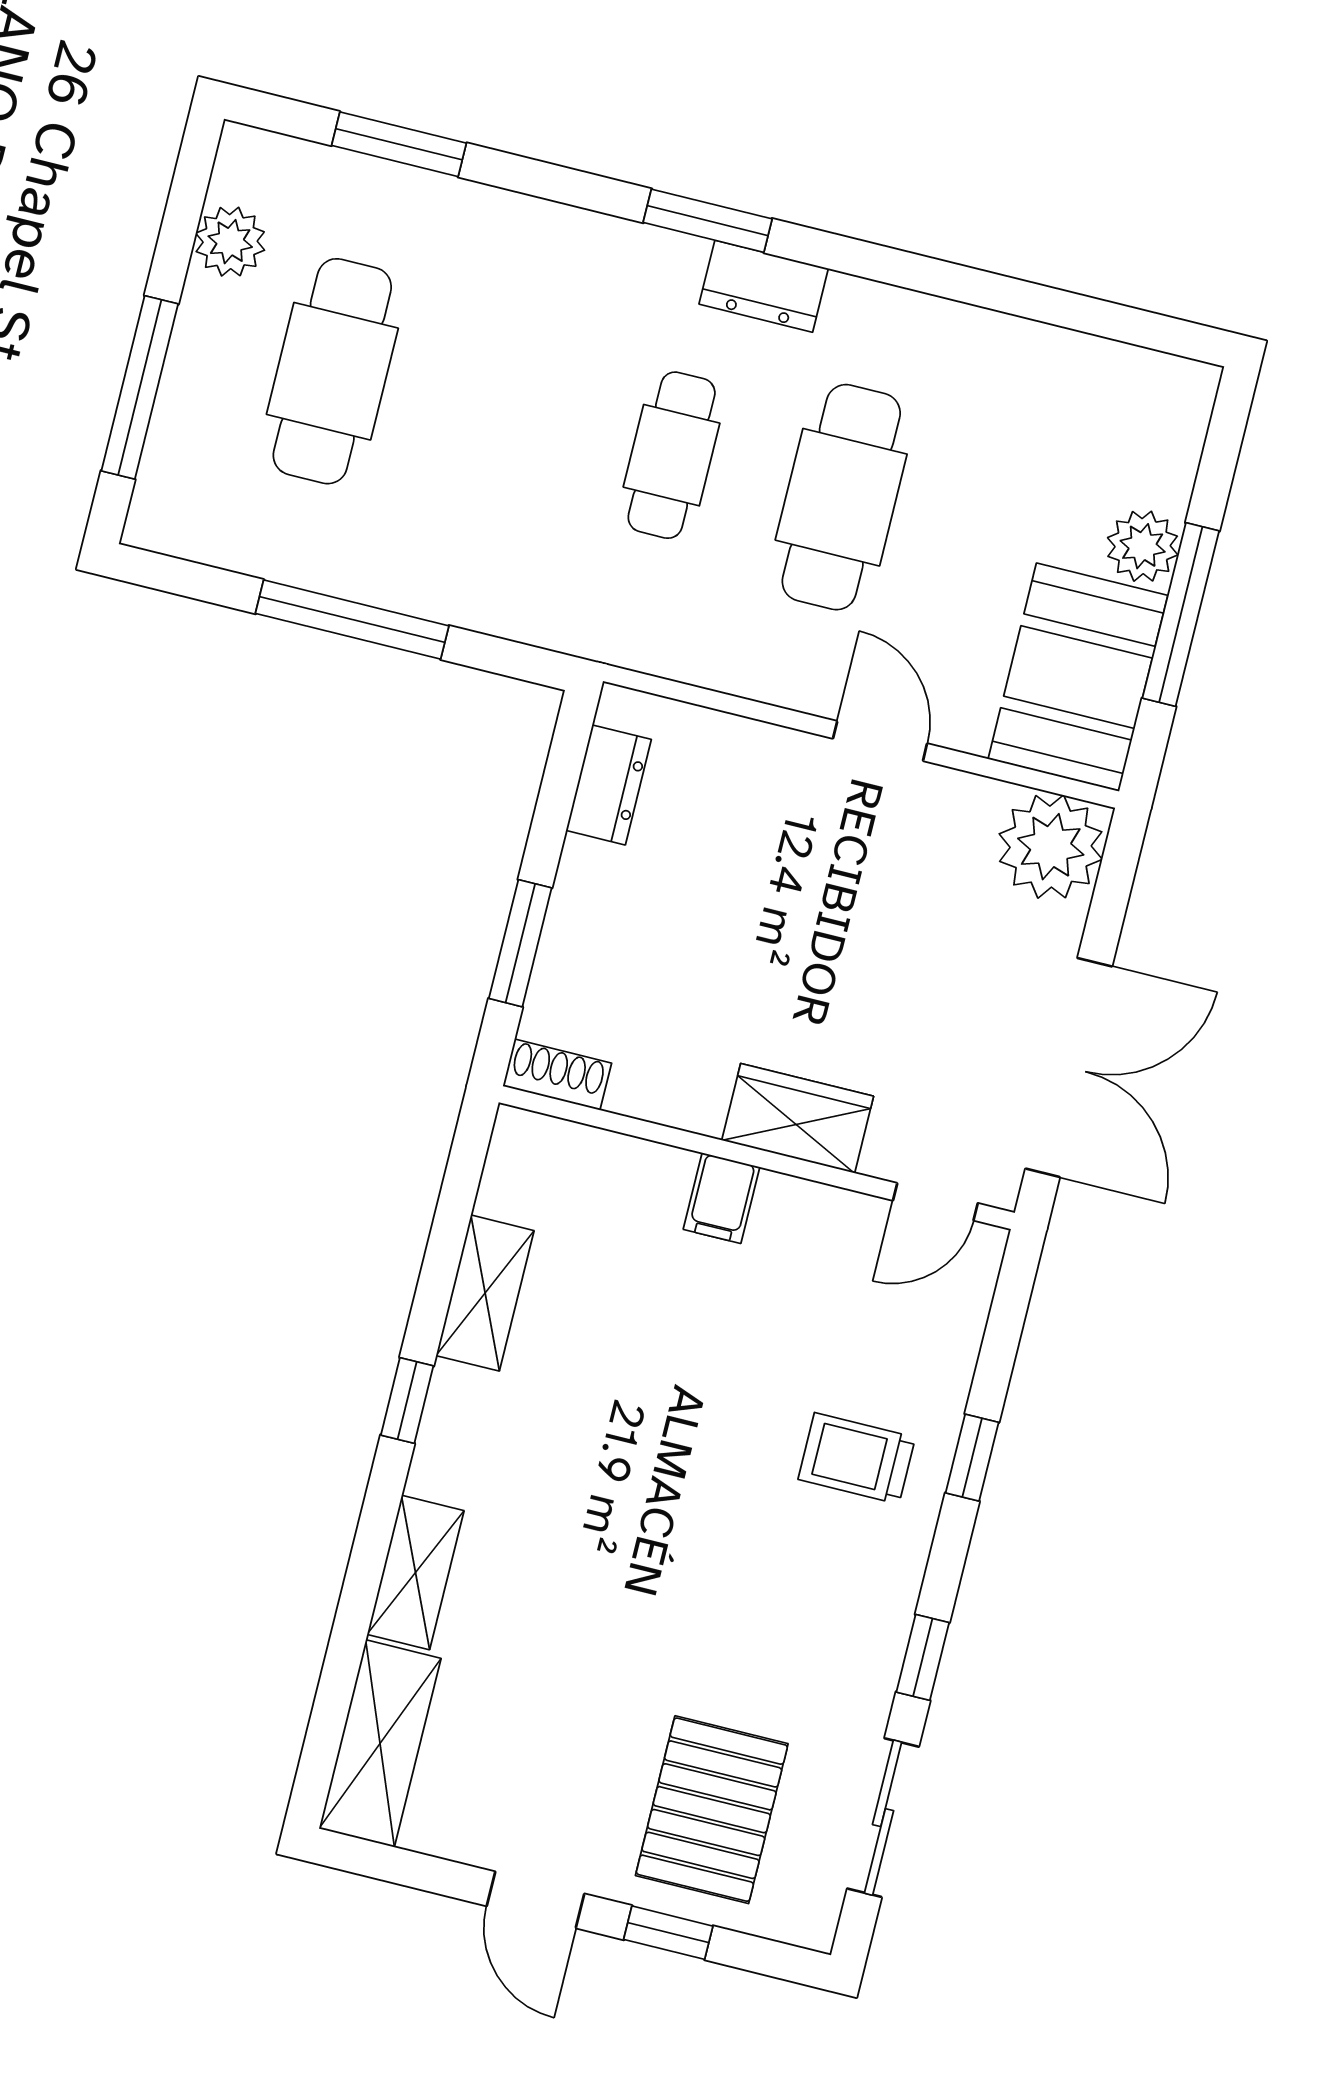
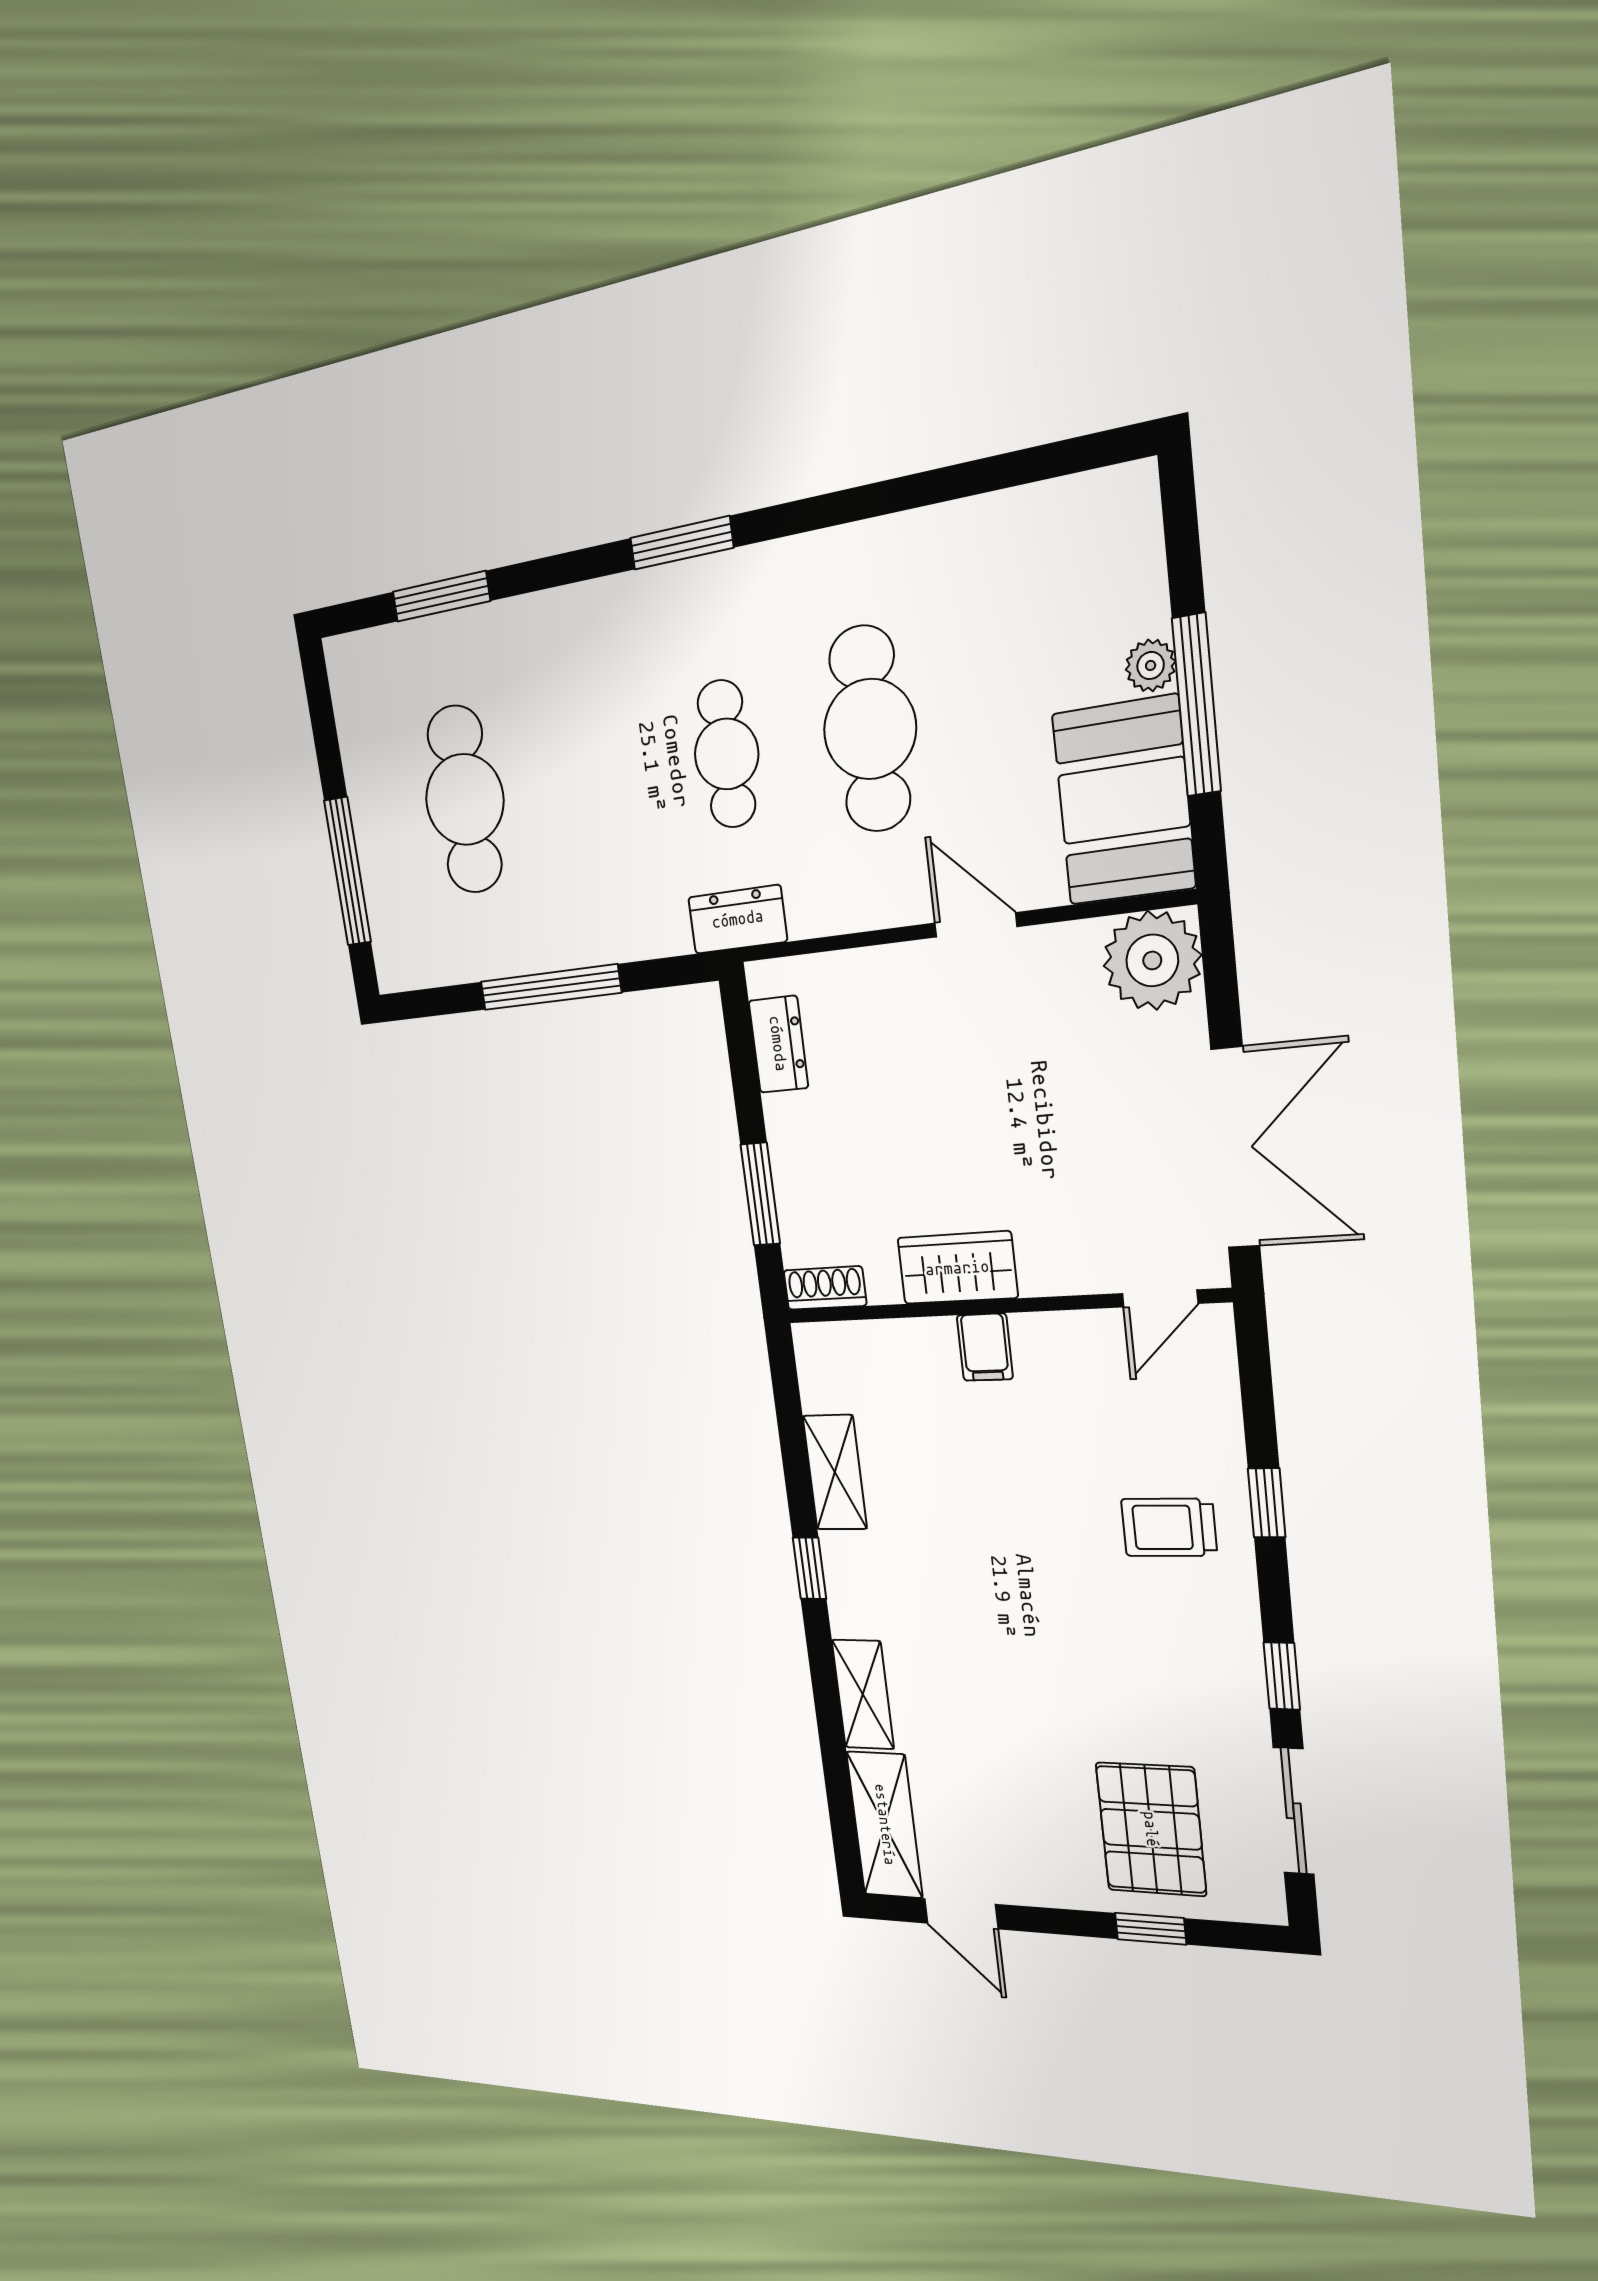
plant: (230, 242) -> (361, 732), removed
dresser: (764, 286) -> (738, 919), moved, turned 180
plant: (1143, 546) -> (1151, 665), width x0.73, depth x0.73
wardrobe: (798, 1118) -> (957, 1268), moved
door: (536, 1900) -> (961, 1914), moved

